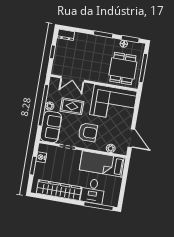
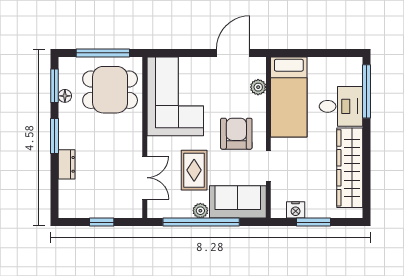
dresser: (66, 35) -> (67, 164), moved

